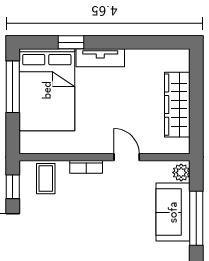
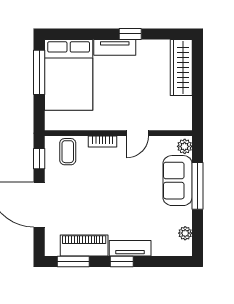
window: (71, 42) -> (130, 34), moved
wardrobe: (177, 105) -> (181, 68), moved
door: (127, 157) -> (137, 133), swing flipped

